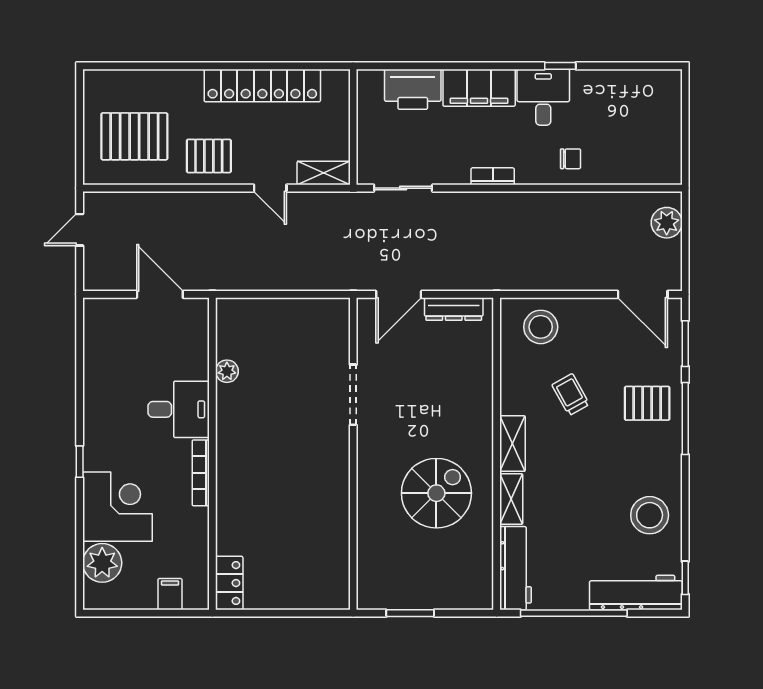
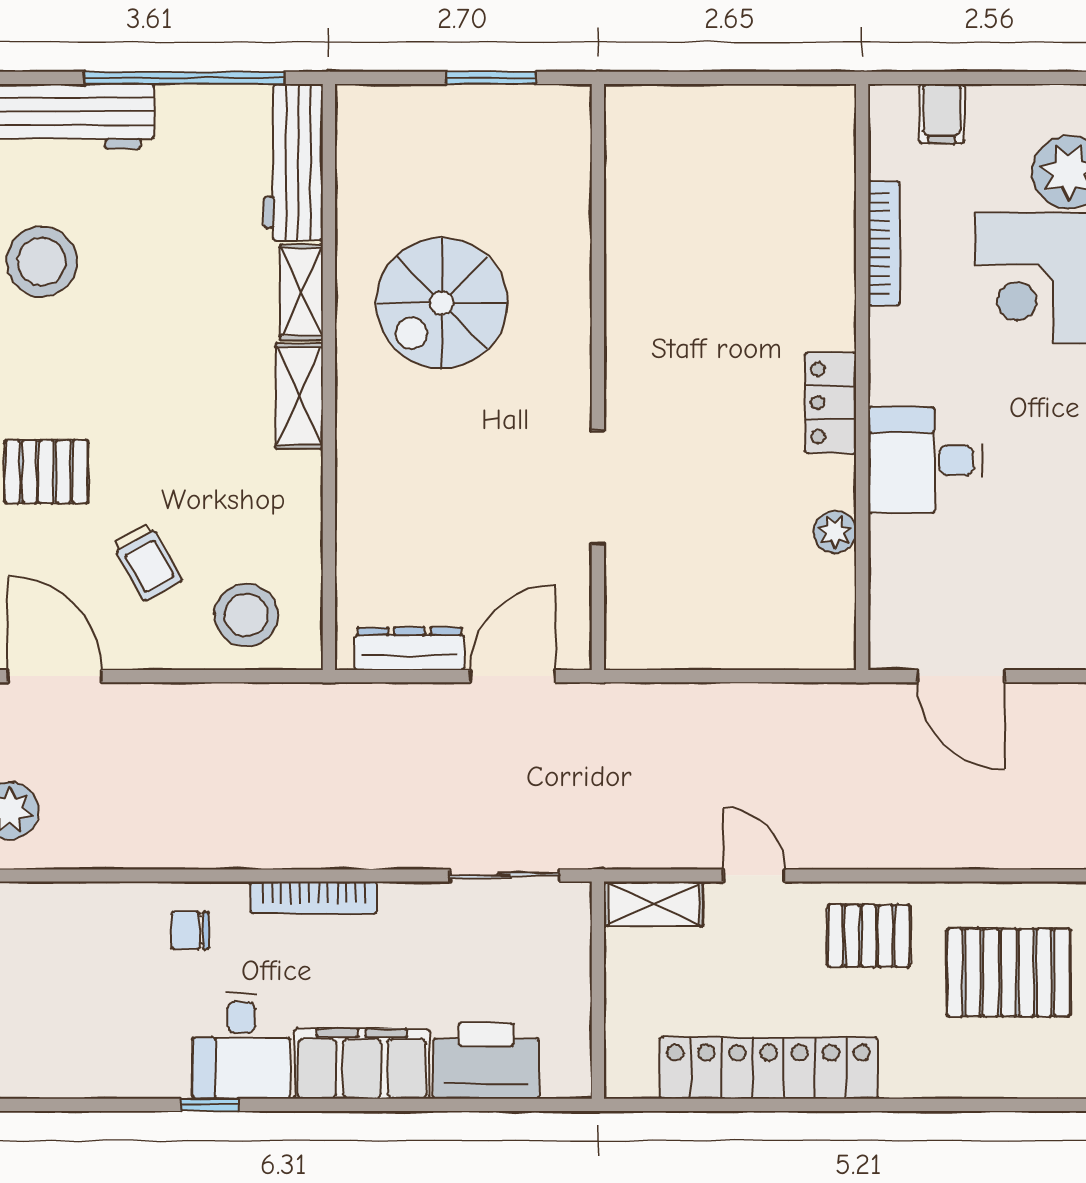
bookcase: (493, 176) -> (314, 898), width x1.56
trolley: (571, 395) -> (147, 562), moved
bookcase: (201, 473) -> (884, 243), moved
locker: (229, 583) -> (831, 403), moved

